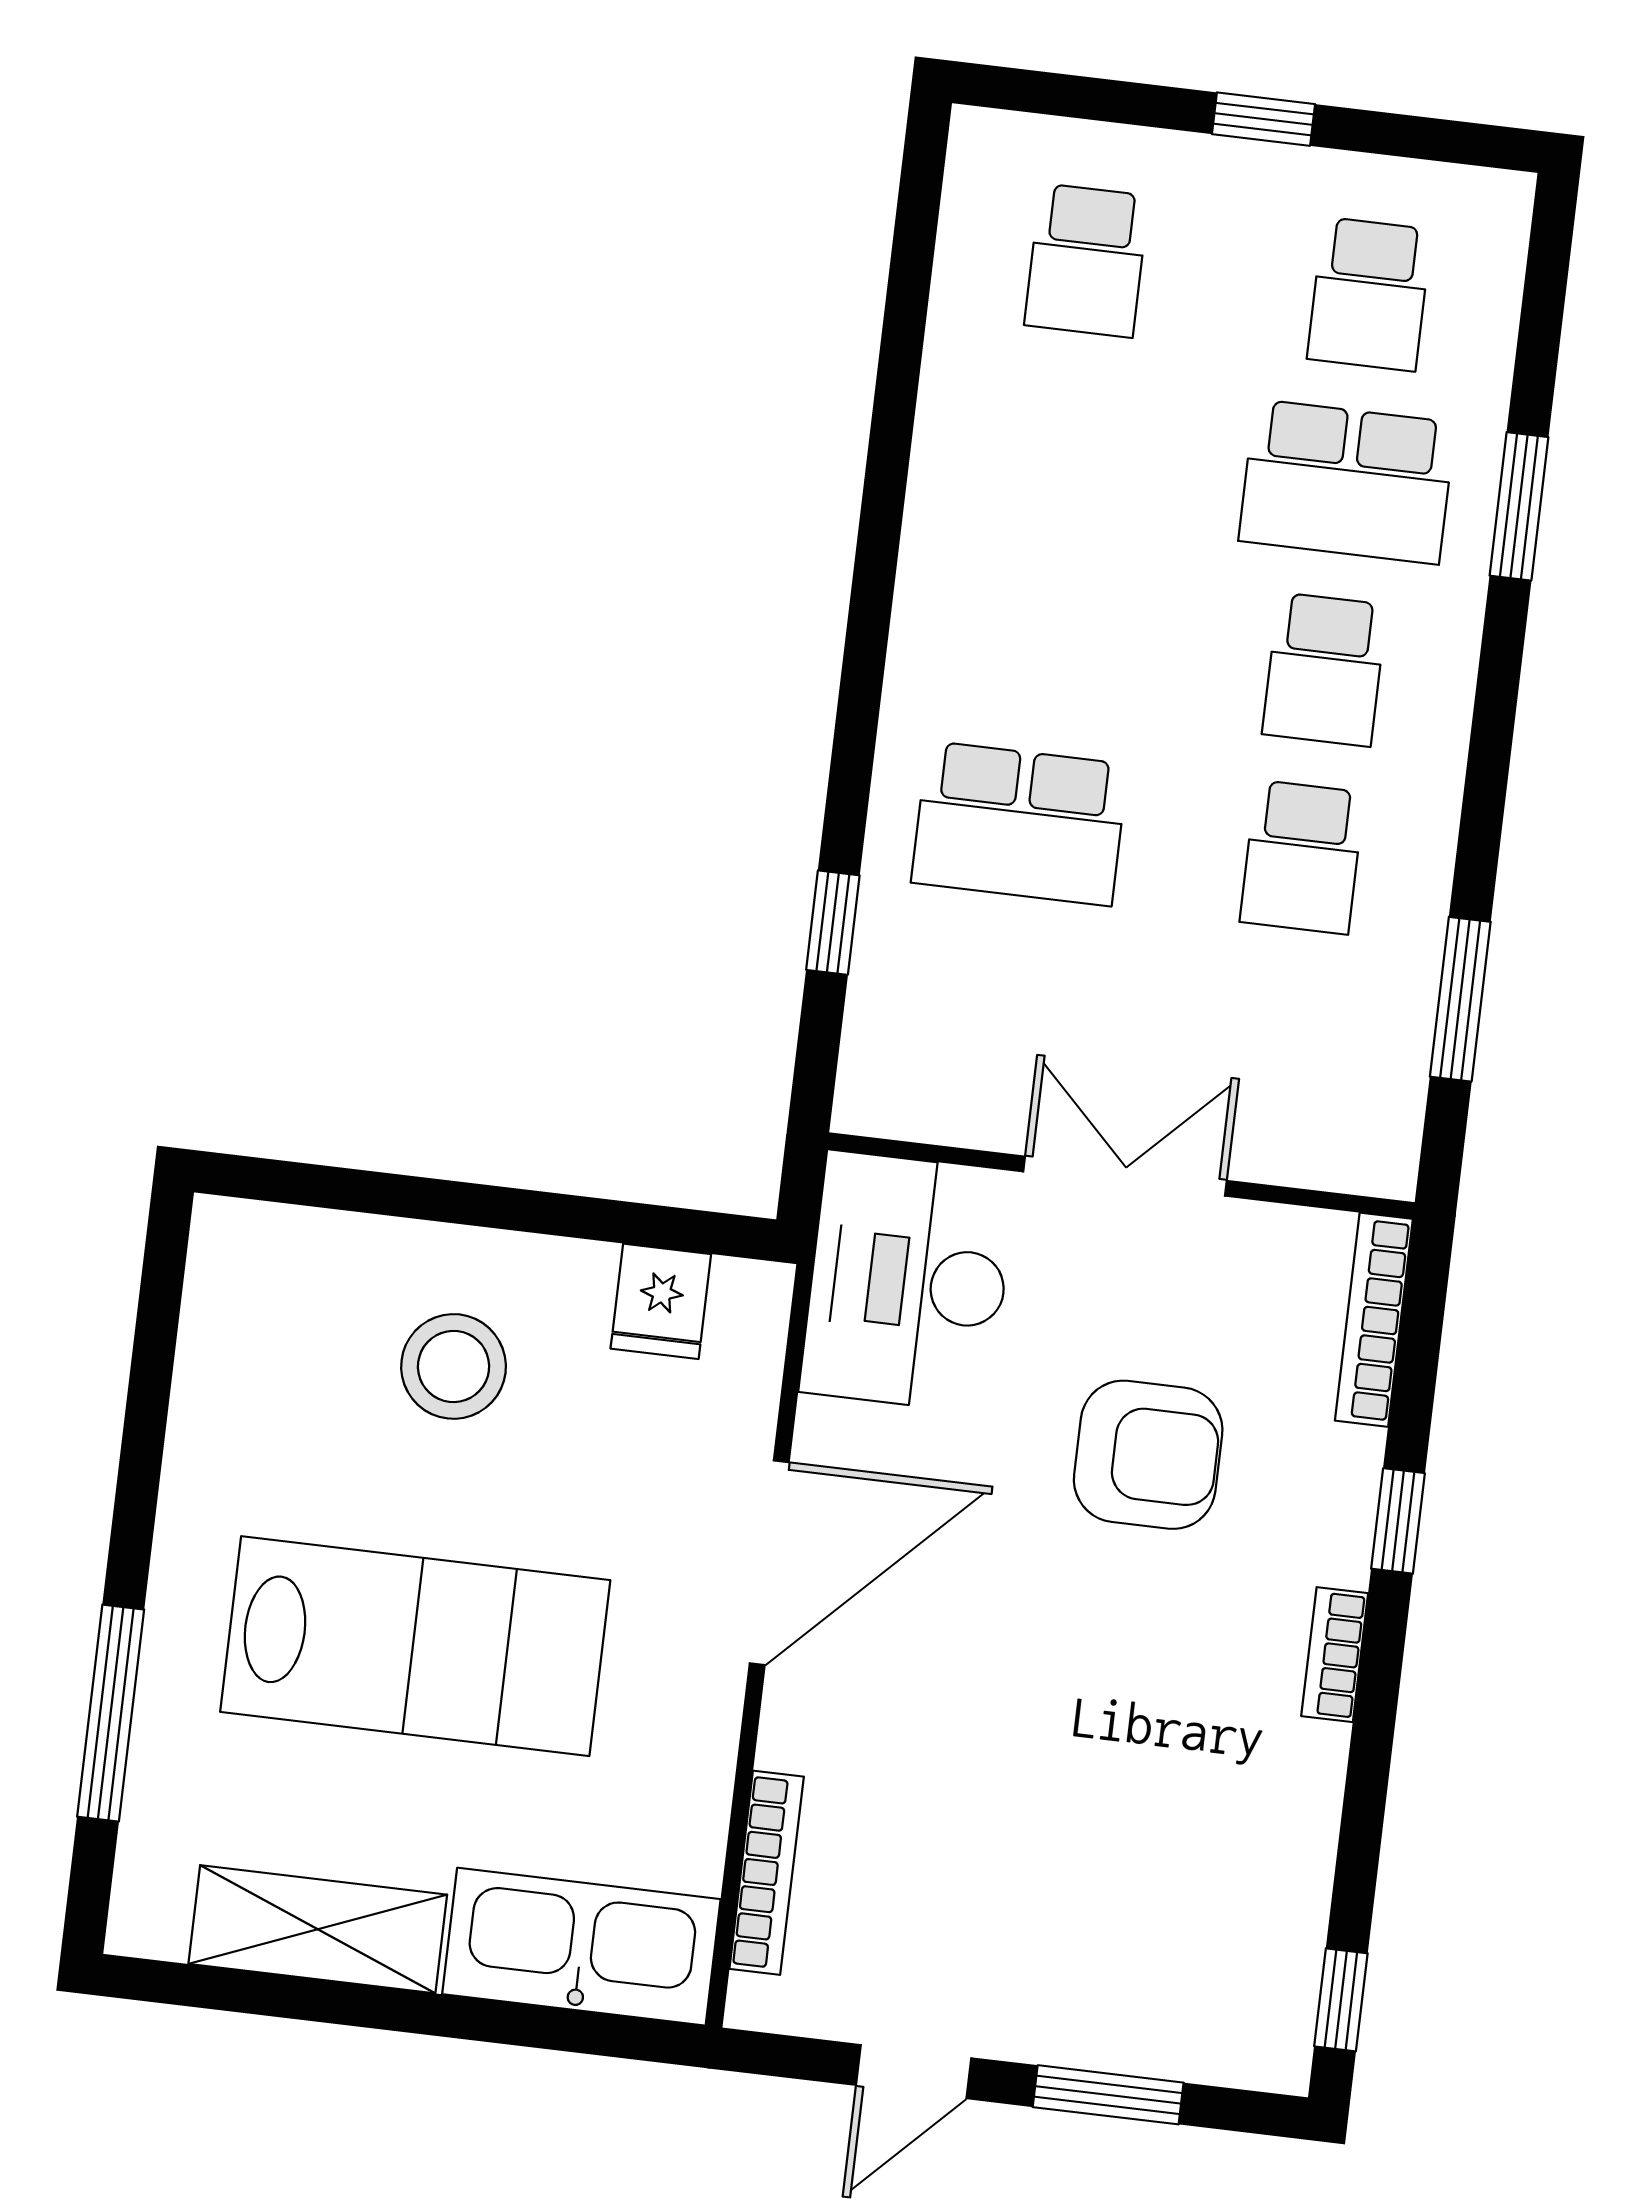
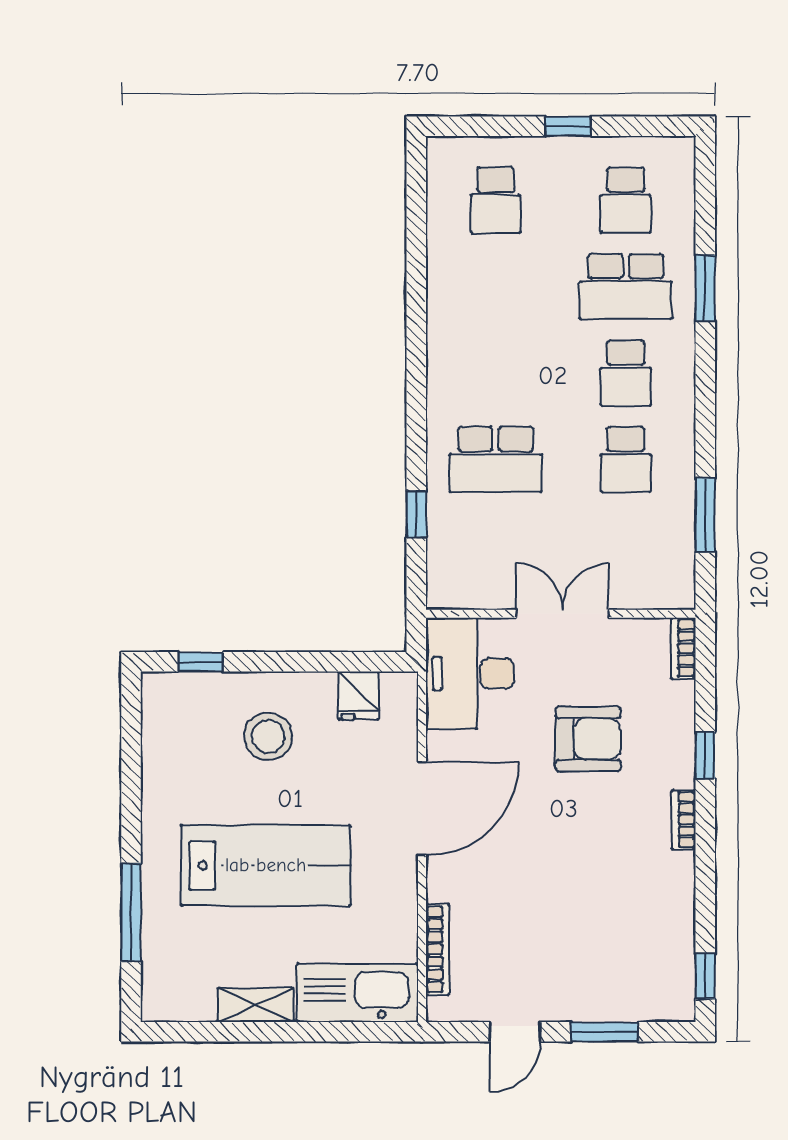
window: (327, 1187) -> (201, 662), added
bookcase: (1374, 1320) -> (683, 648), width x0.64
shelving: (318, 1929) -> (256, 1005), width x0.67, depth x0.75

